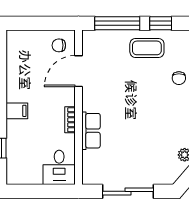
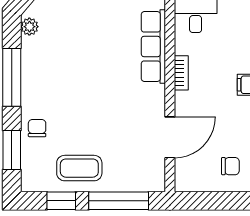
chair: (59, 45) -> (230, 166), moved
row of seats: (91, 131) -> (153, 46), width x1.48

